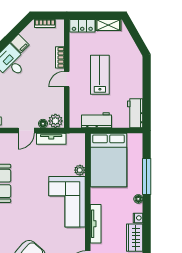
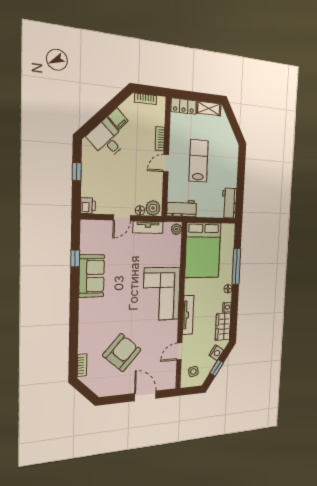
workbench: (97, 120) -> (182, 208), moved
plant: (80, 170) -> (176, 229), moved

